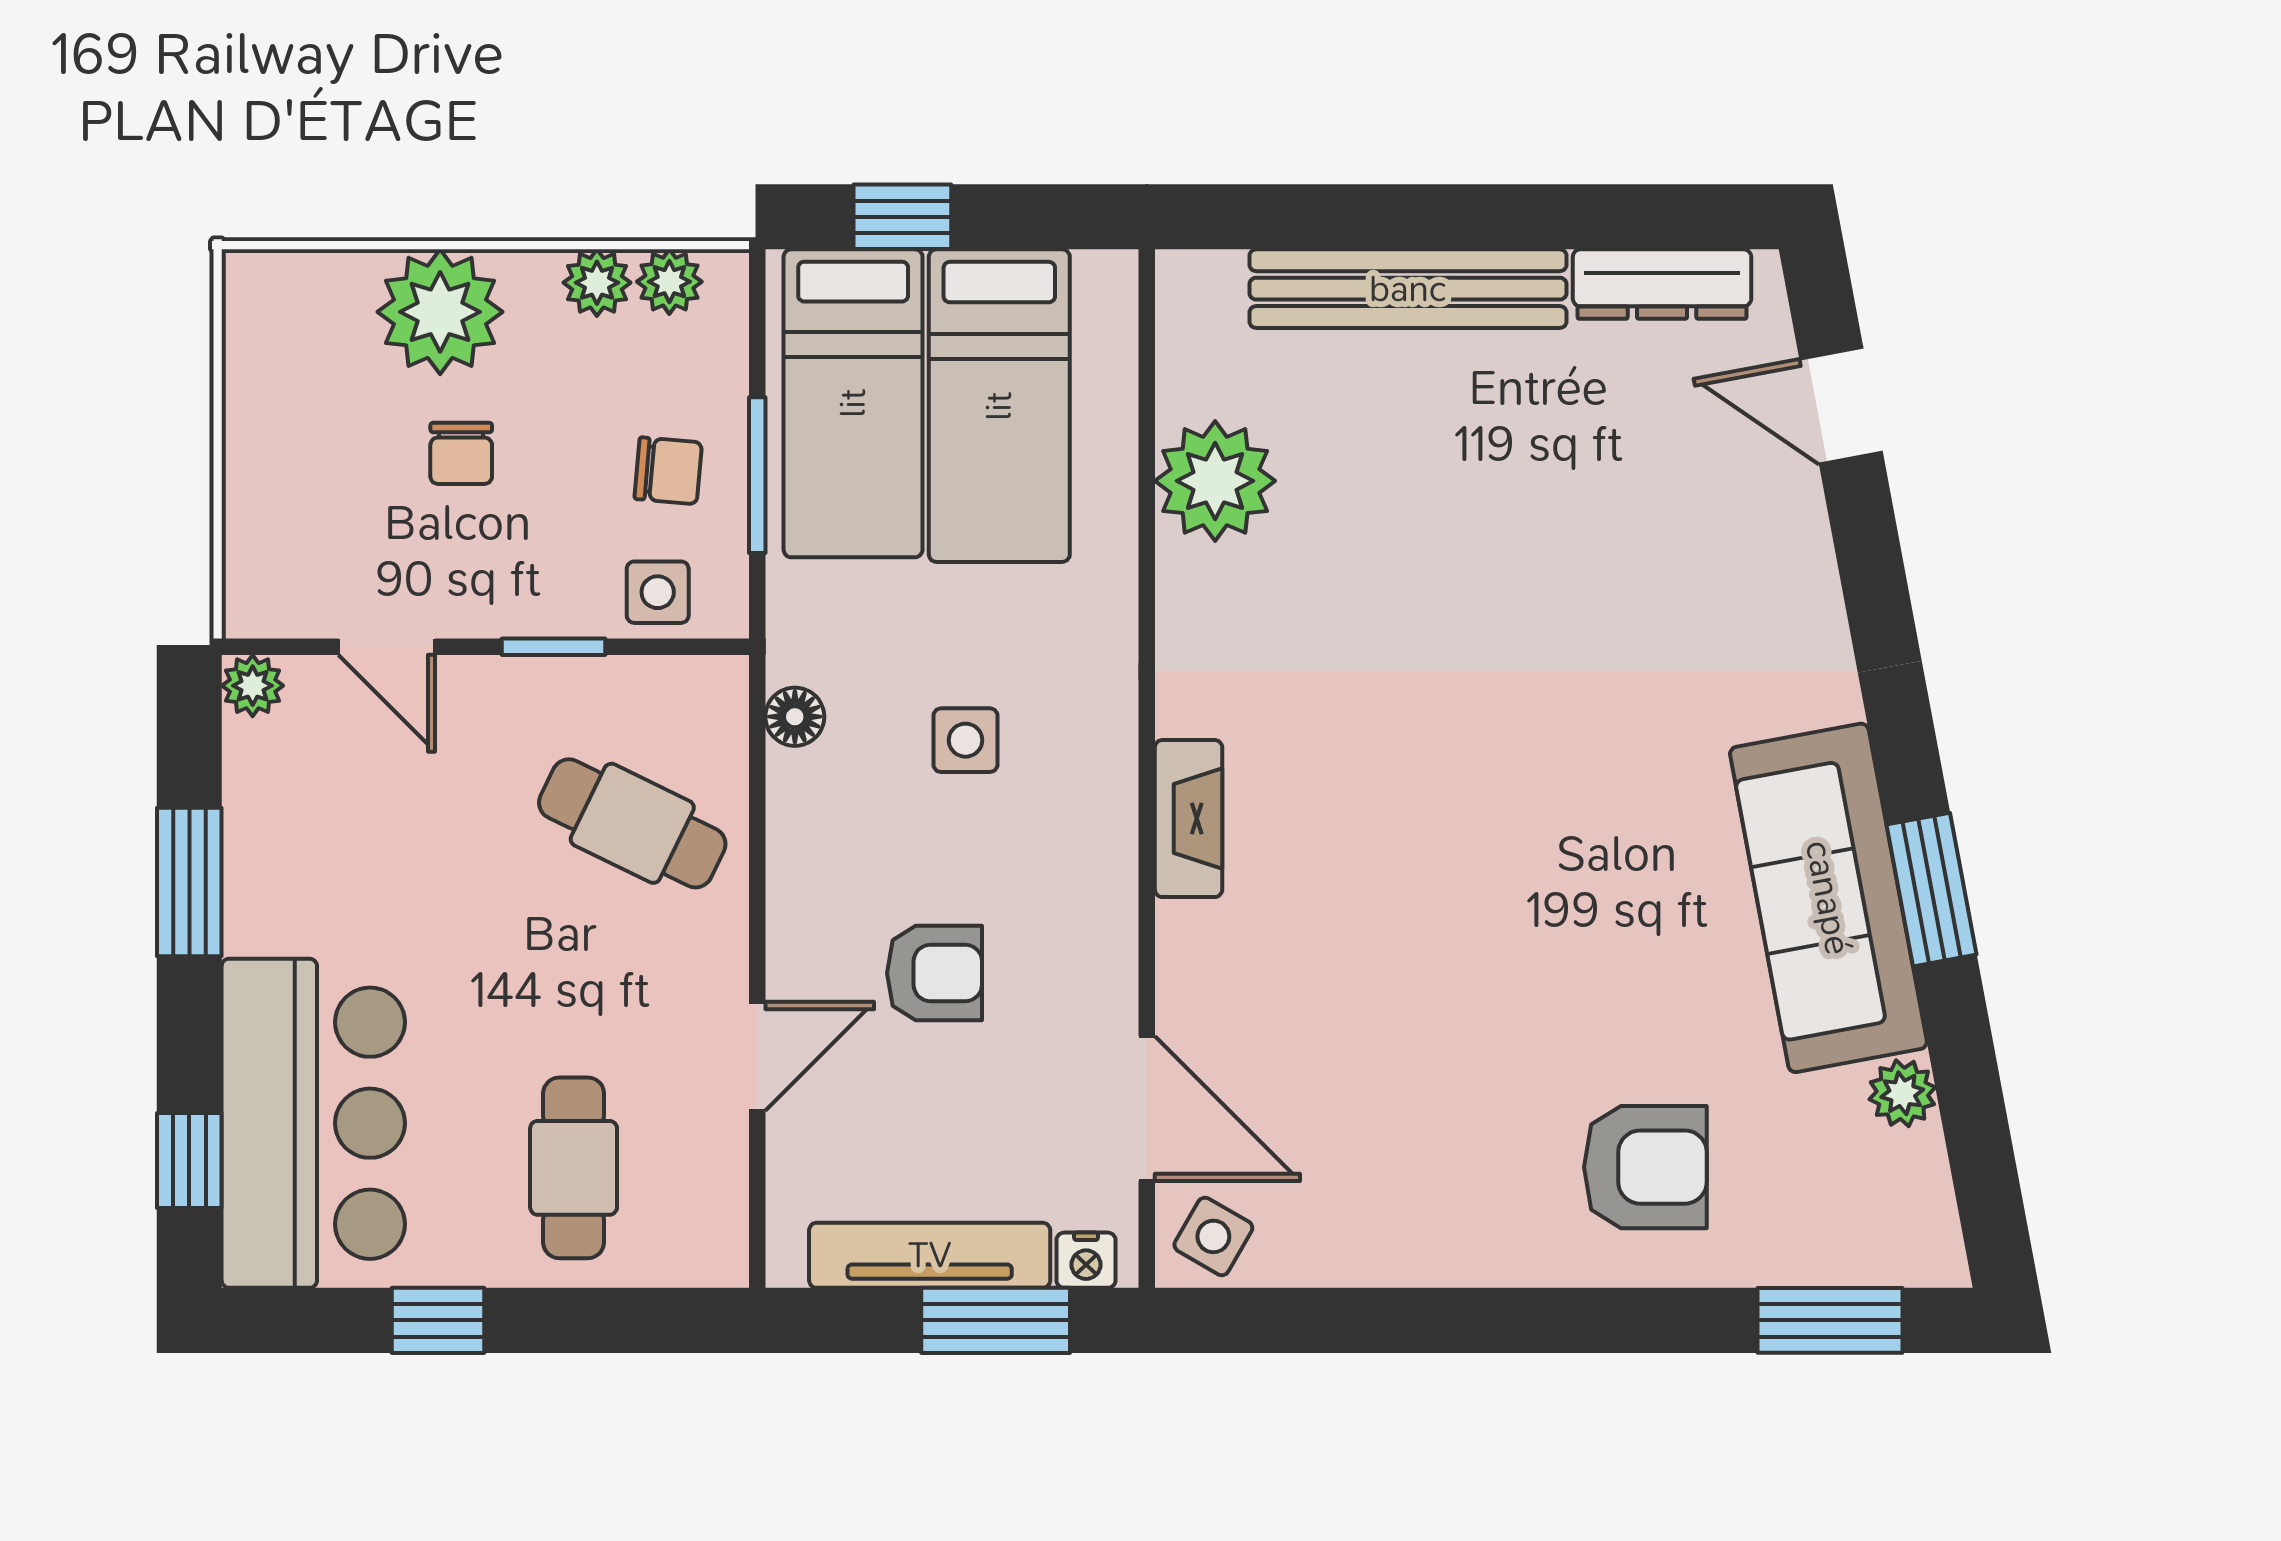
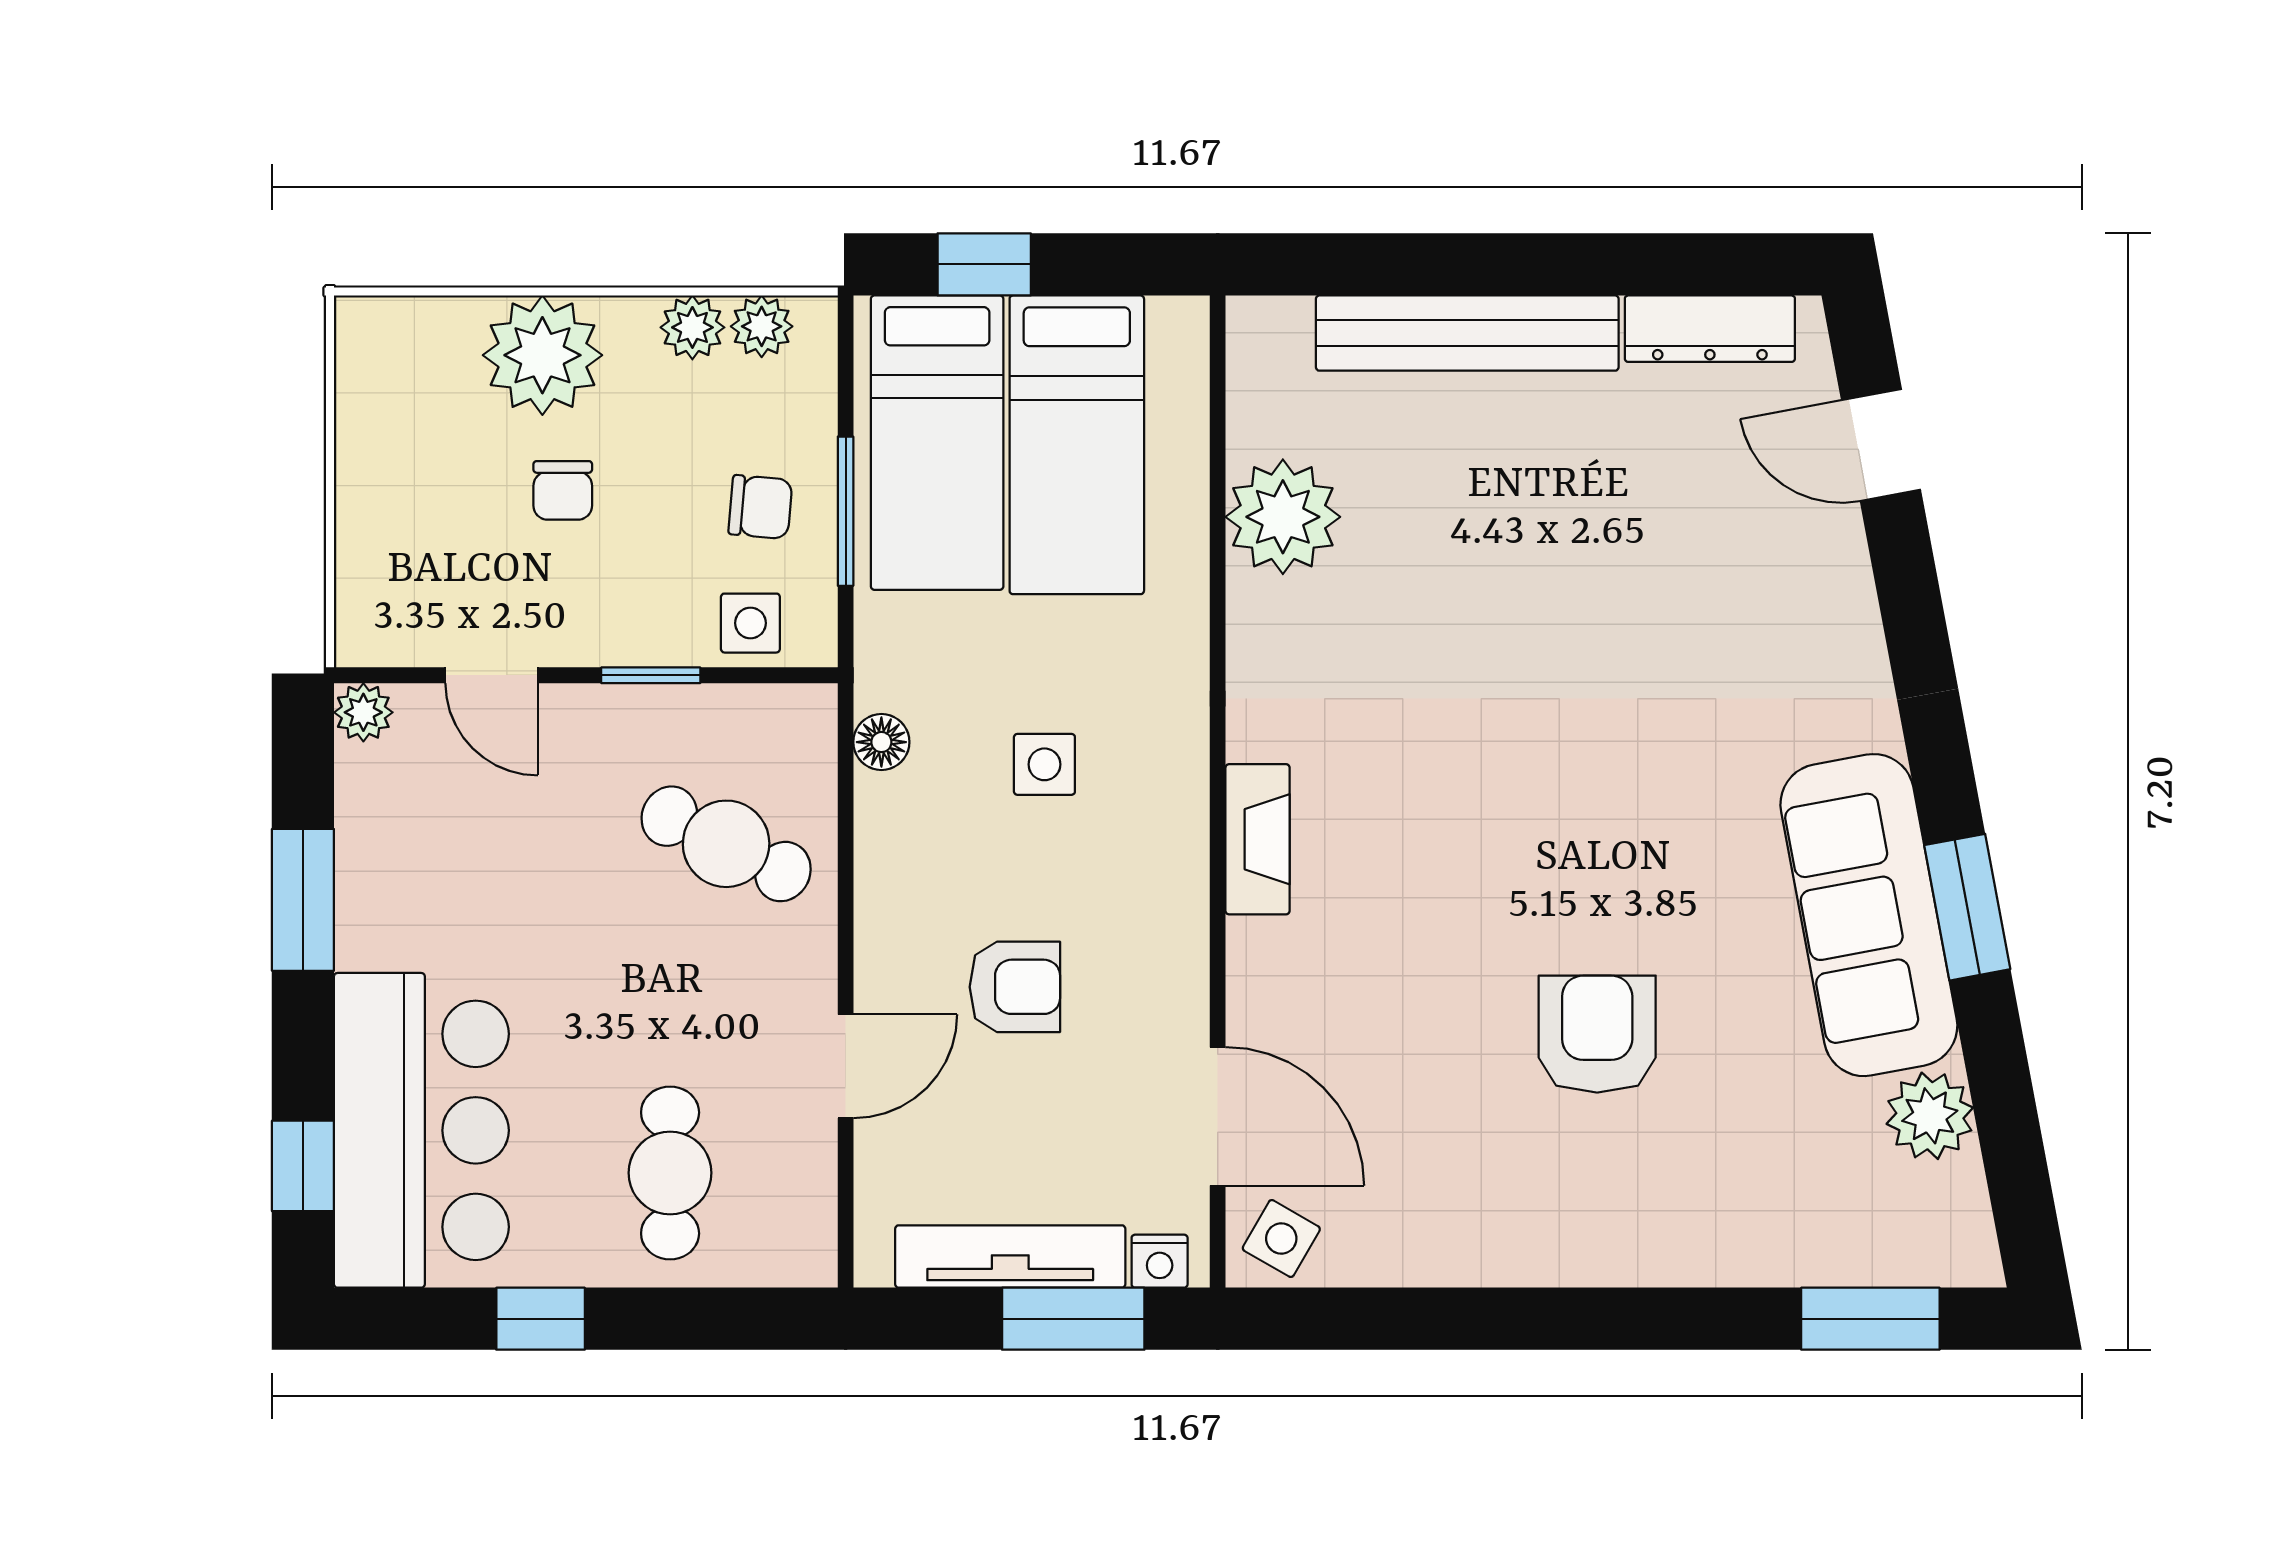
plant: (1902, 1093) -> (1930, 1116), width x1.38, depth x1.38
armchair: (1645, 1167) -> (1597, 1034), moved, turned -90

